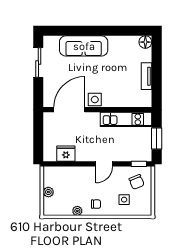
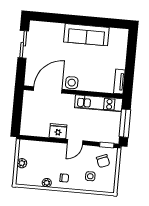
floor lamp: (145, 42) -> (122, 34), removed
sofa: (84, 46) -> (86, 35), moved
tv unit: (147, 76) -> (119, 82), moved
window: (157, 138) -> (125, 123), width x1.44
fridge: (66, 154) -> (58, 131), moved

